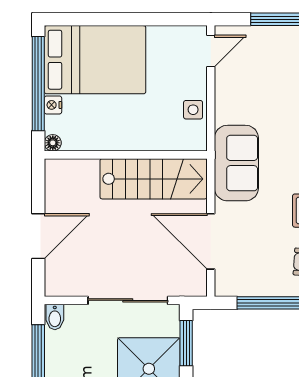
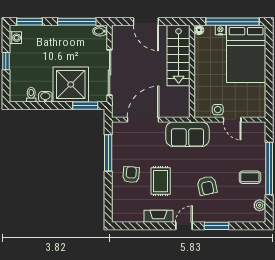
door: (211, 51) -> (232, 120), moved
stairs: (154, 179) -> (179, 56), moved

